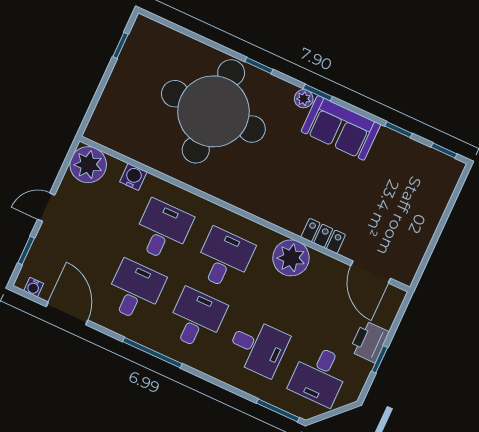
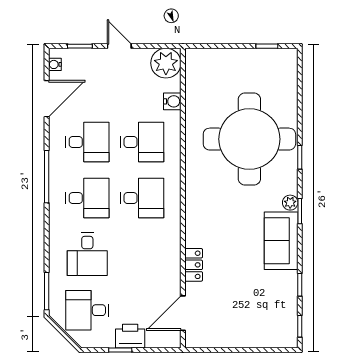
plant: (291, 258) -> (166, 248), removed

